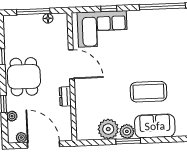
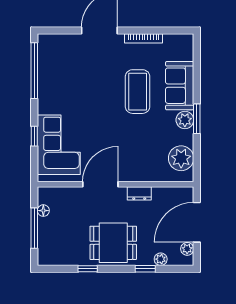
plant: (108, 129) -> (181, 158), moved

